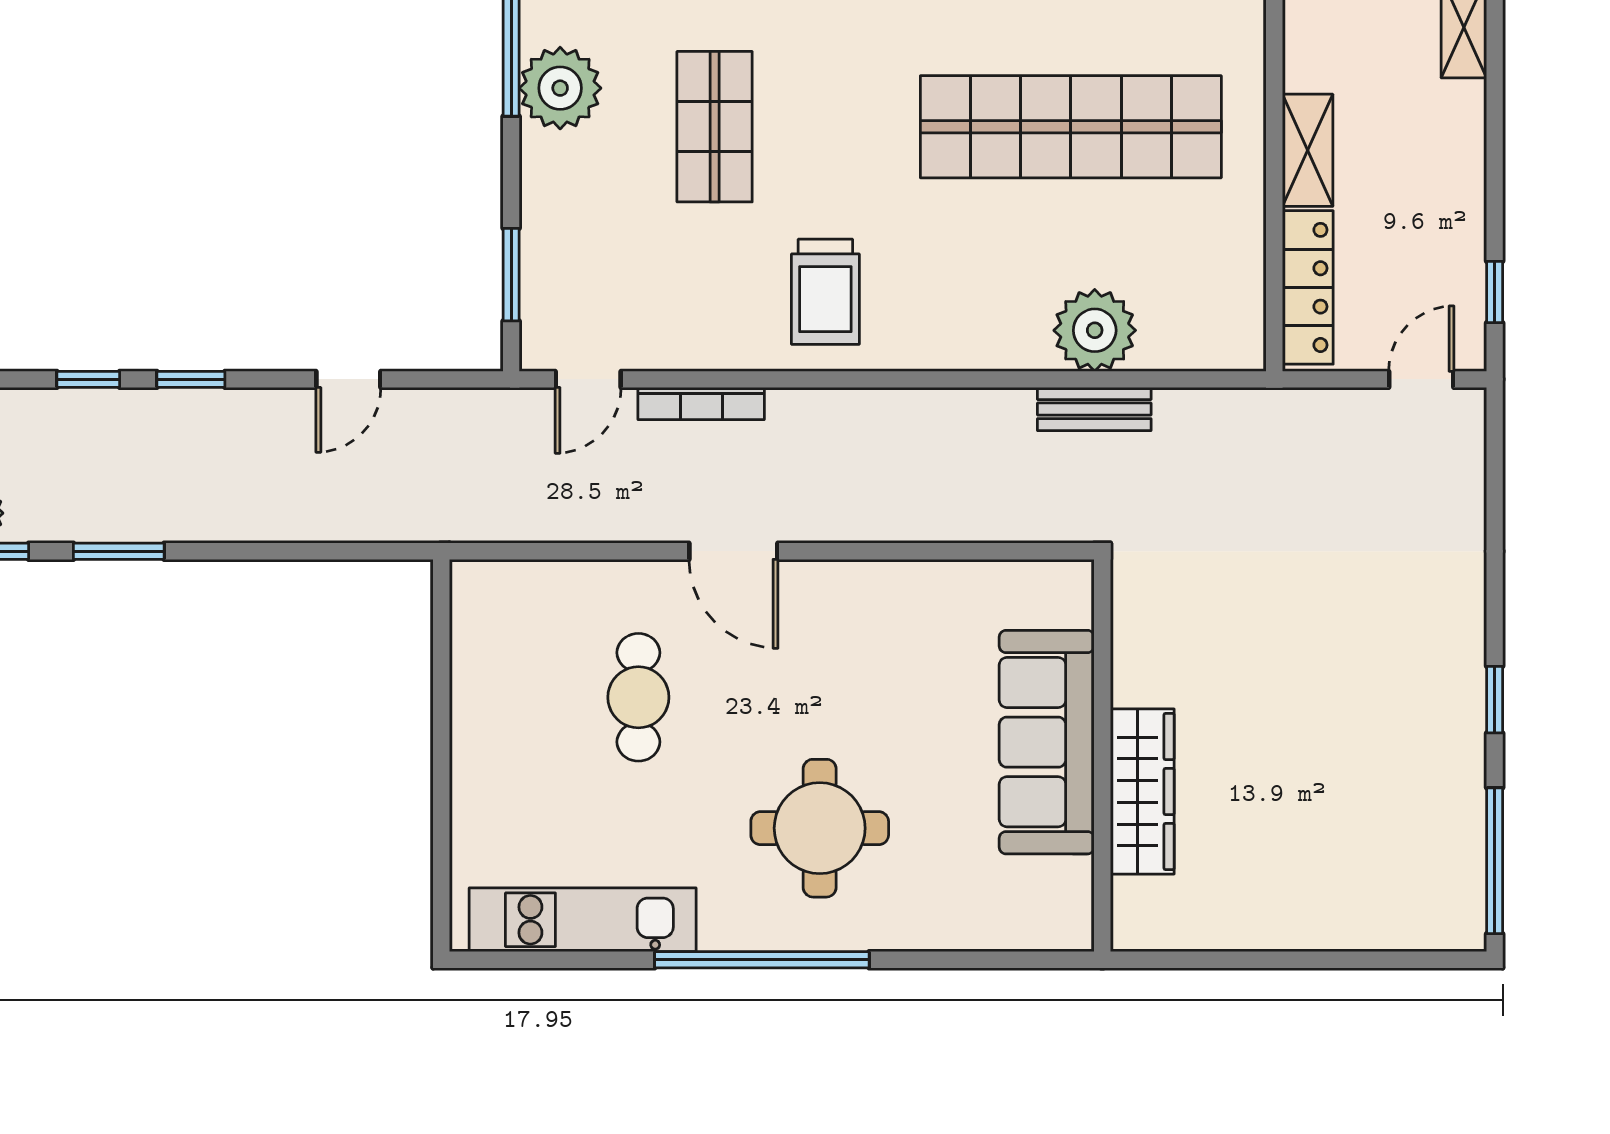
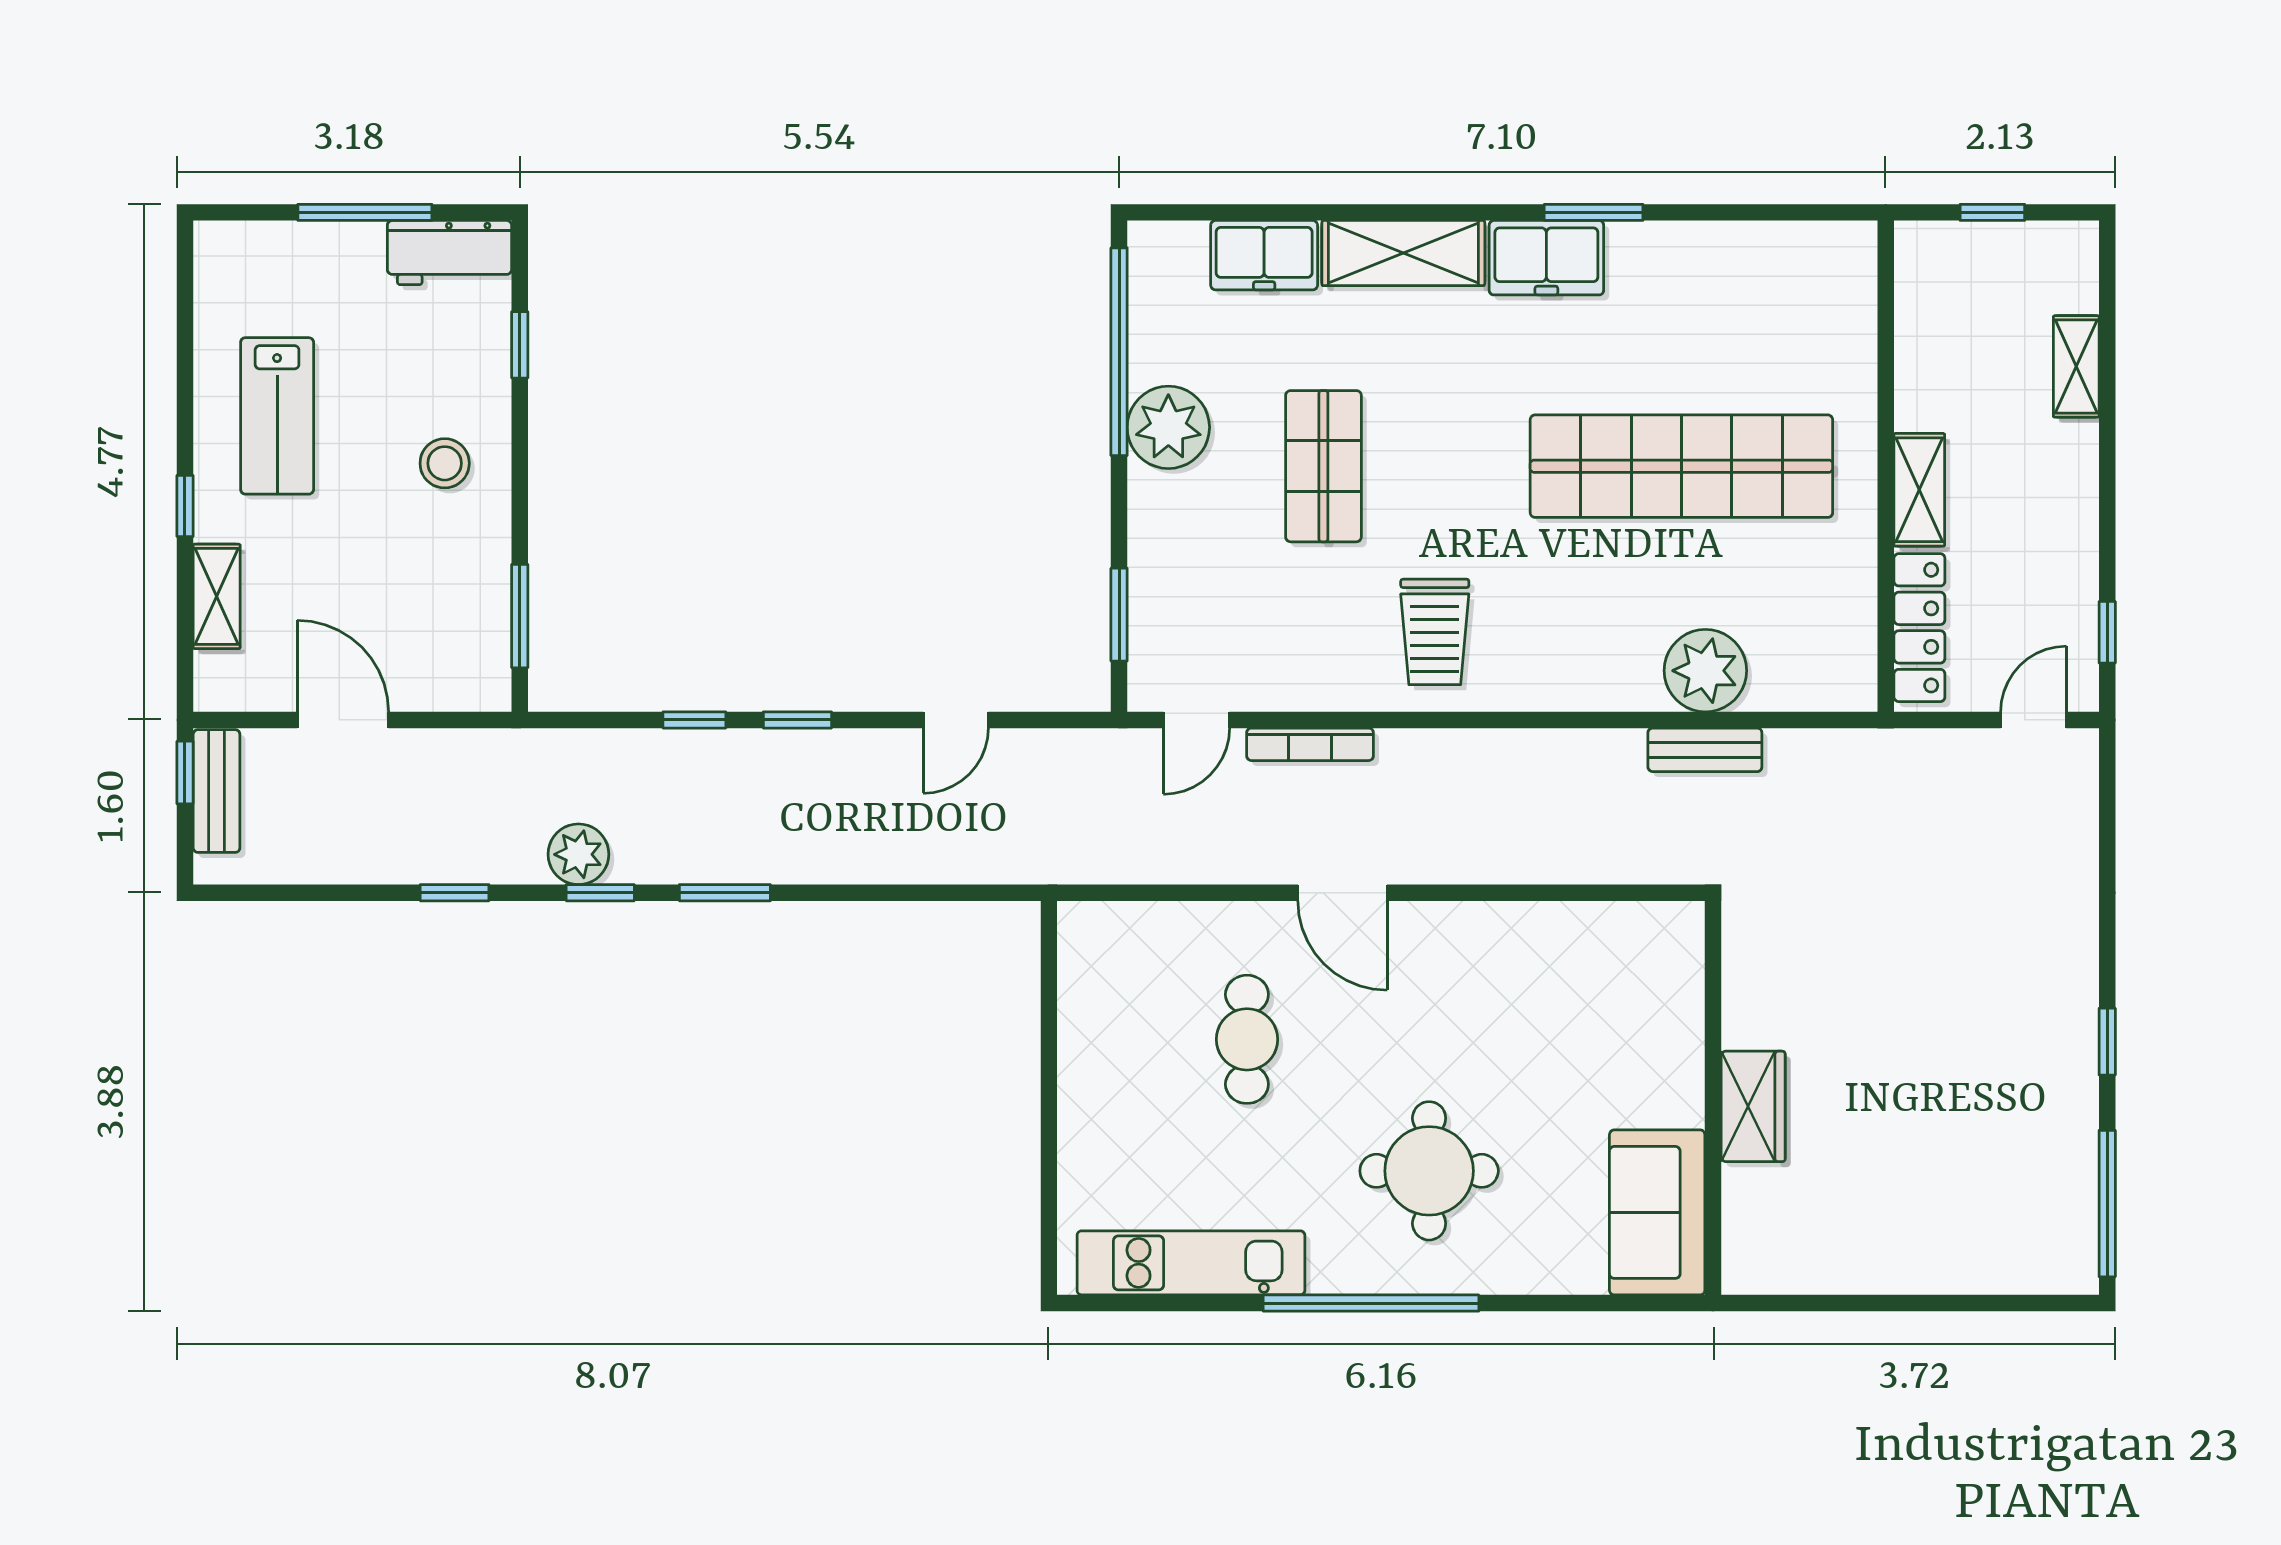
sofa: (1047, 742) -> (1657, 1212), moved, width x0.73
wardrobe: (1142, 792) -> (1753, 1106), width x0.67

